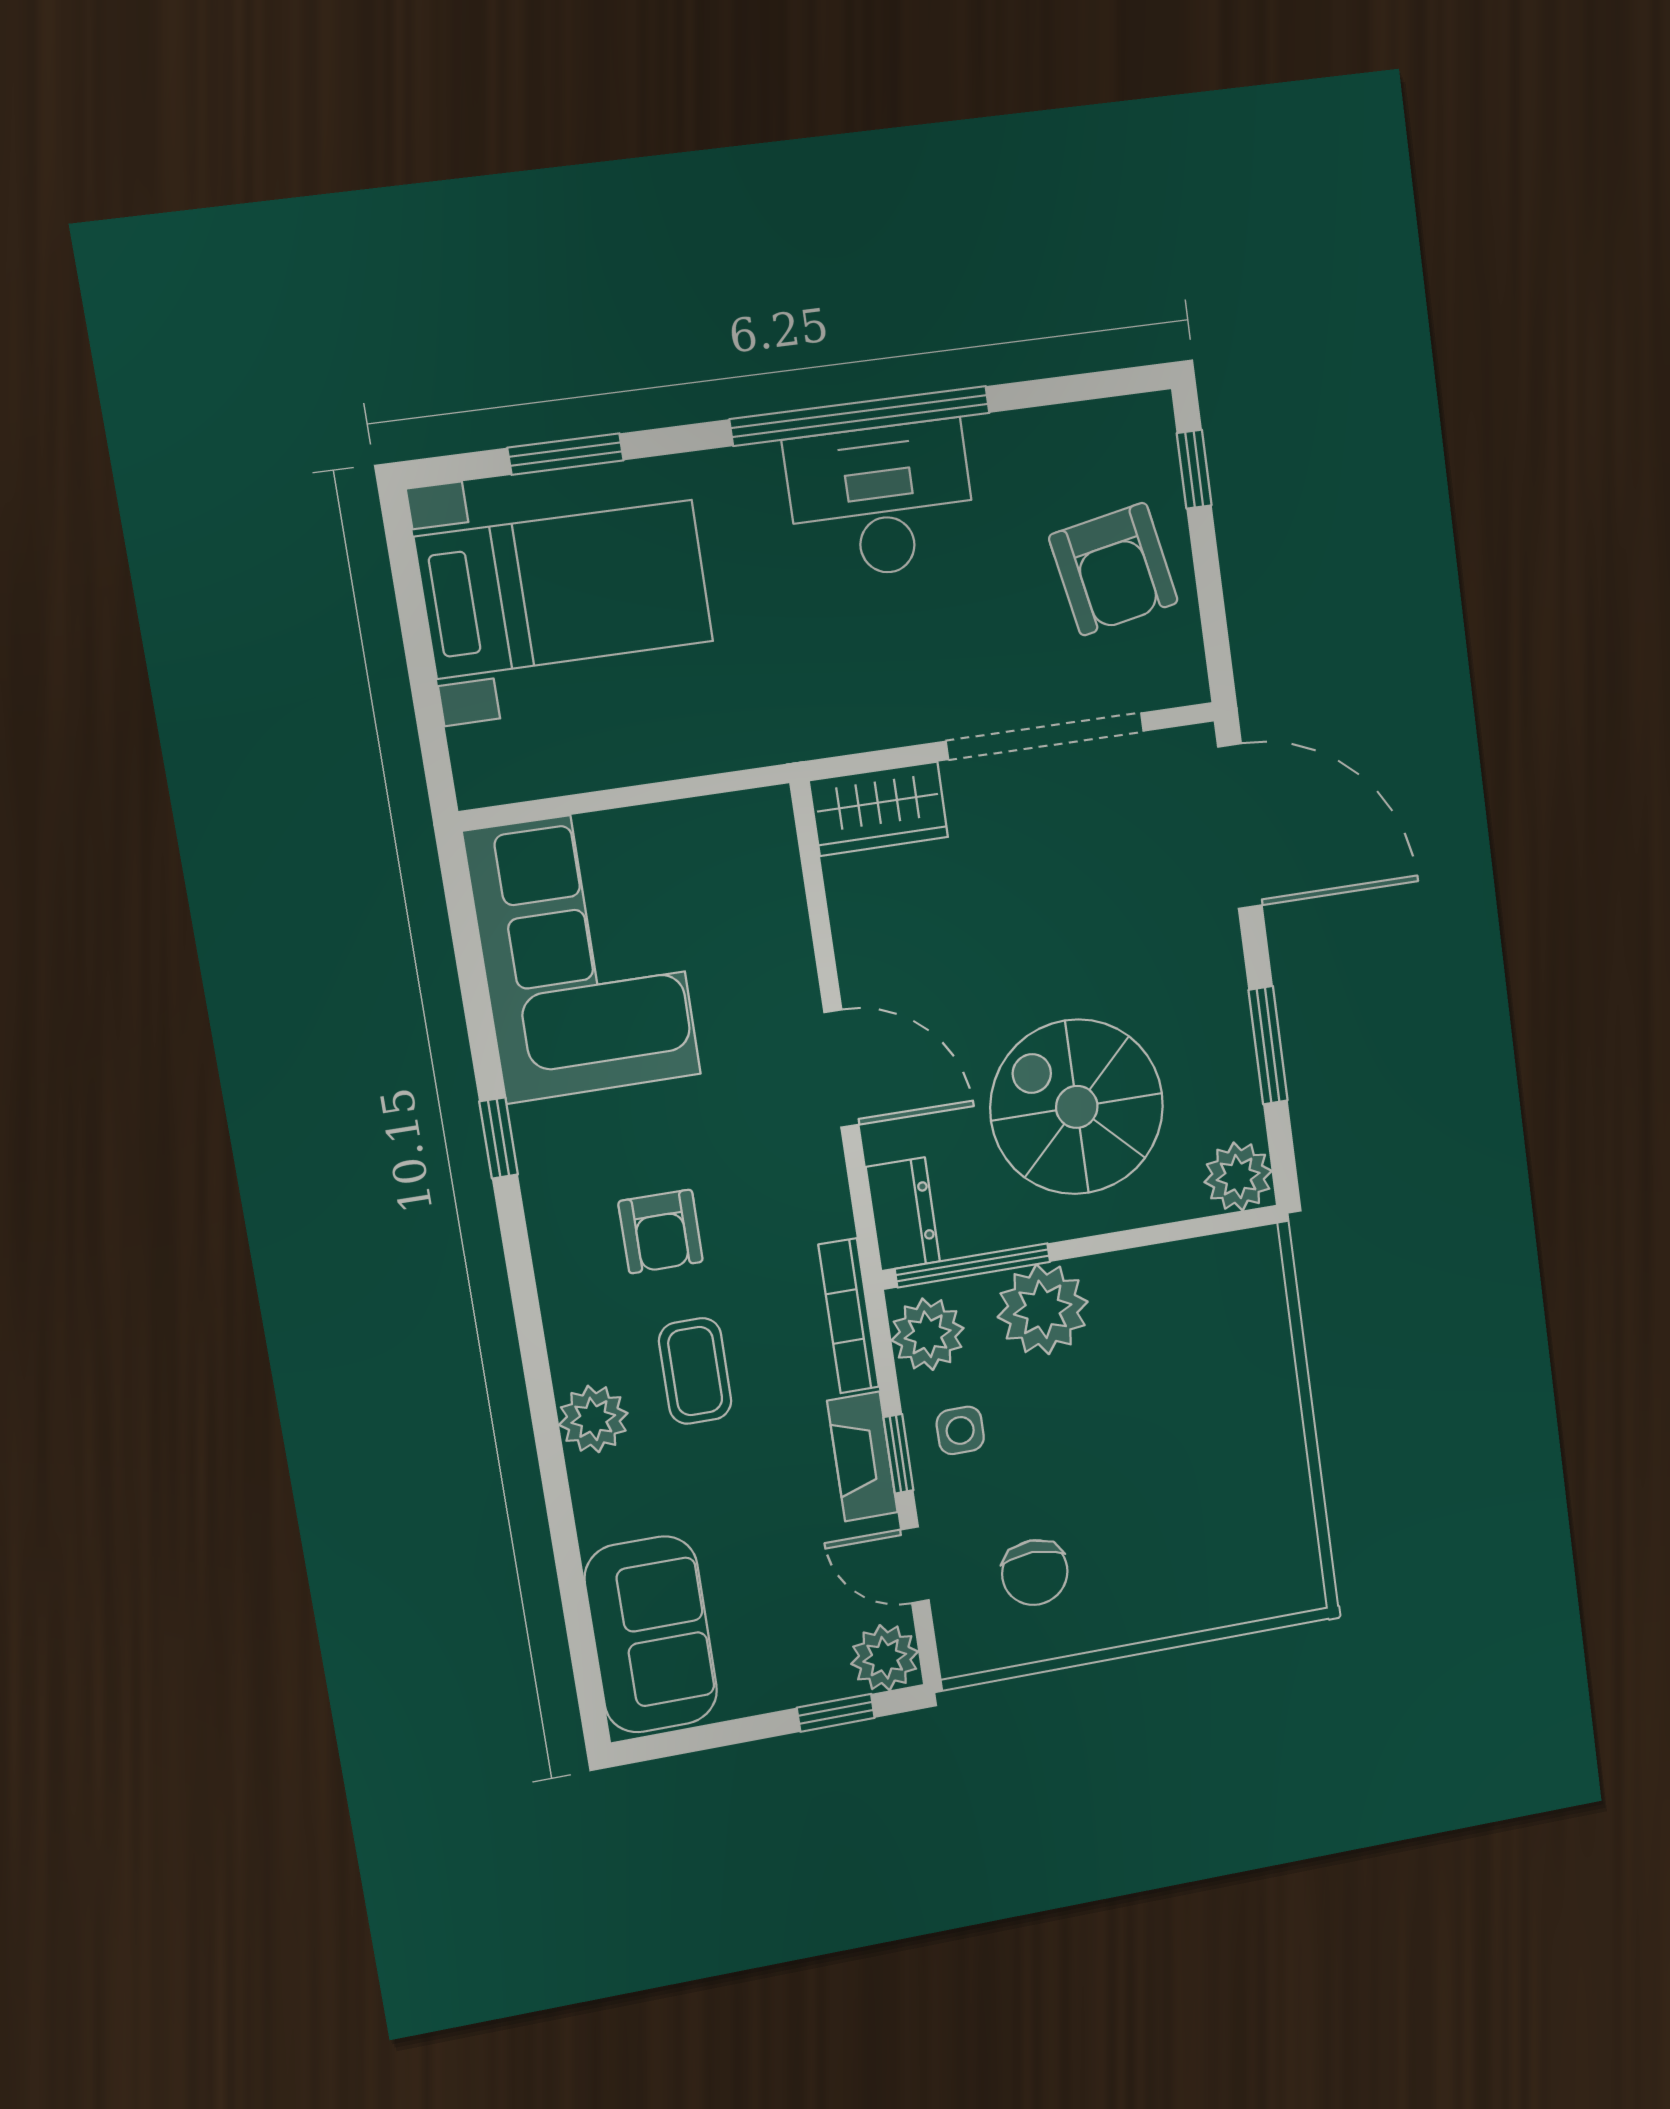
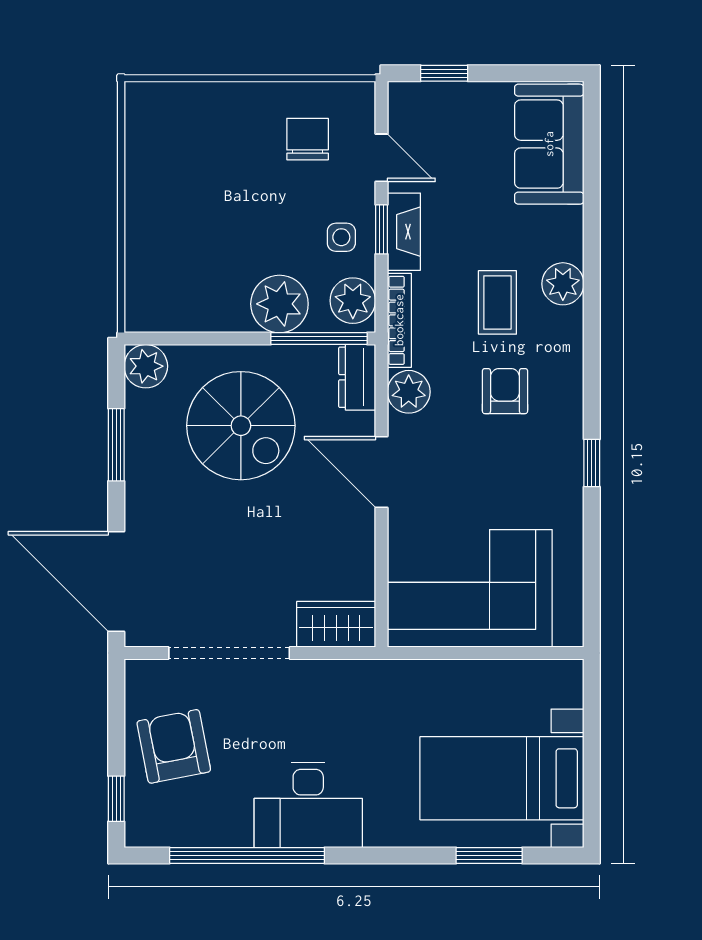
window: (860, 416) -> (247, 855), moved
corner sofa: (582, 953) -> (470, 588), moved, turned 90
plant: (885, 1658) -> (409, 392), moved

